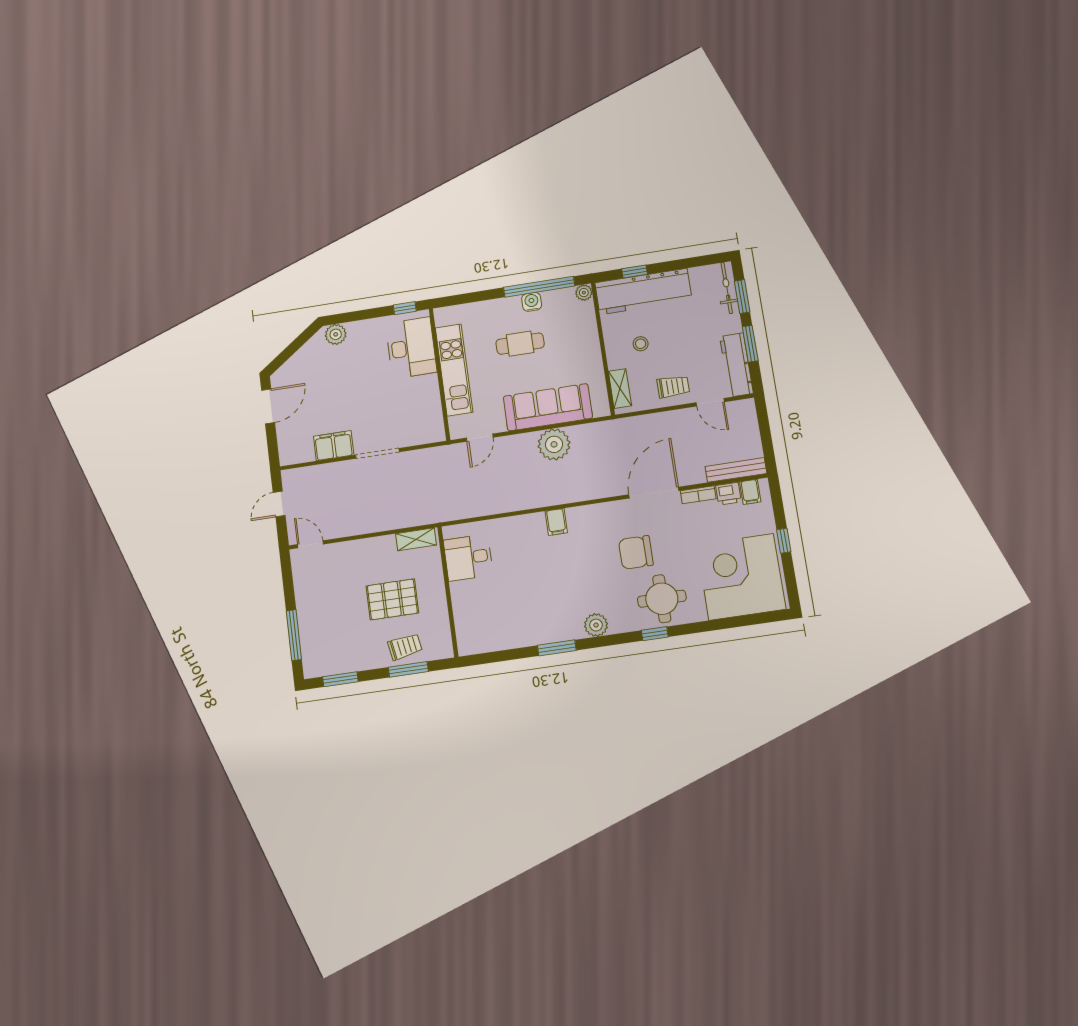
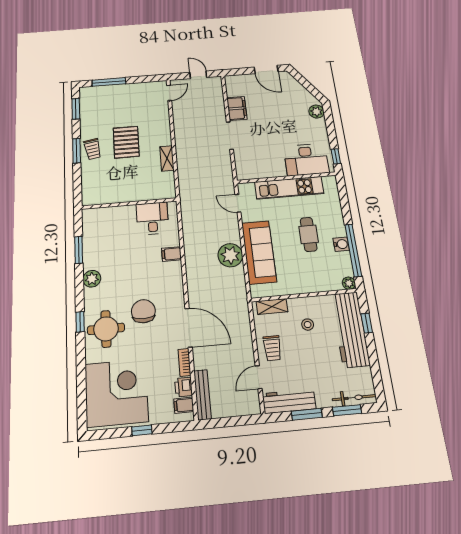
desk: (468, 558) -> (152, 218), moved
wall: (448, 592) -> (129, 204), moved

